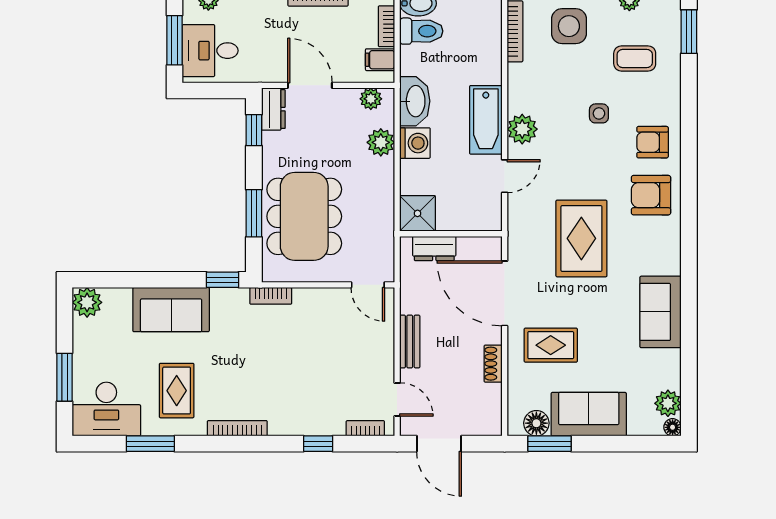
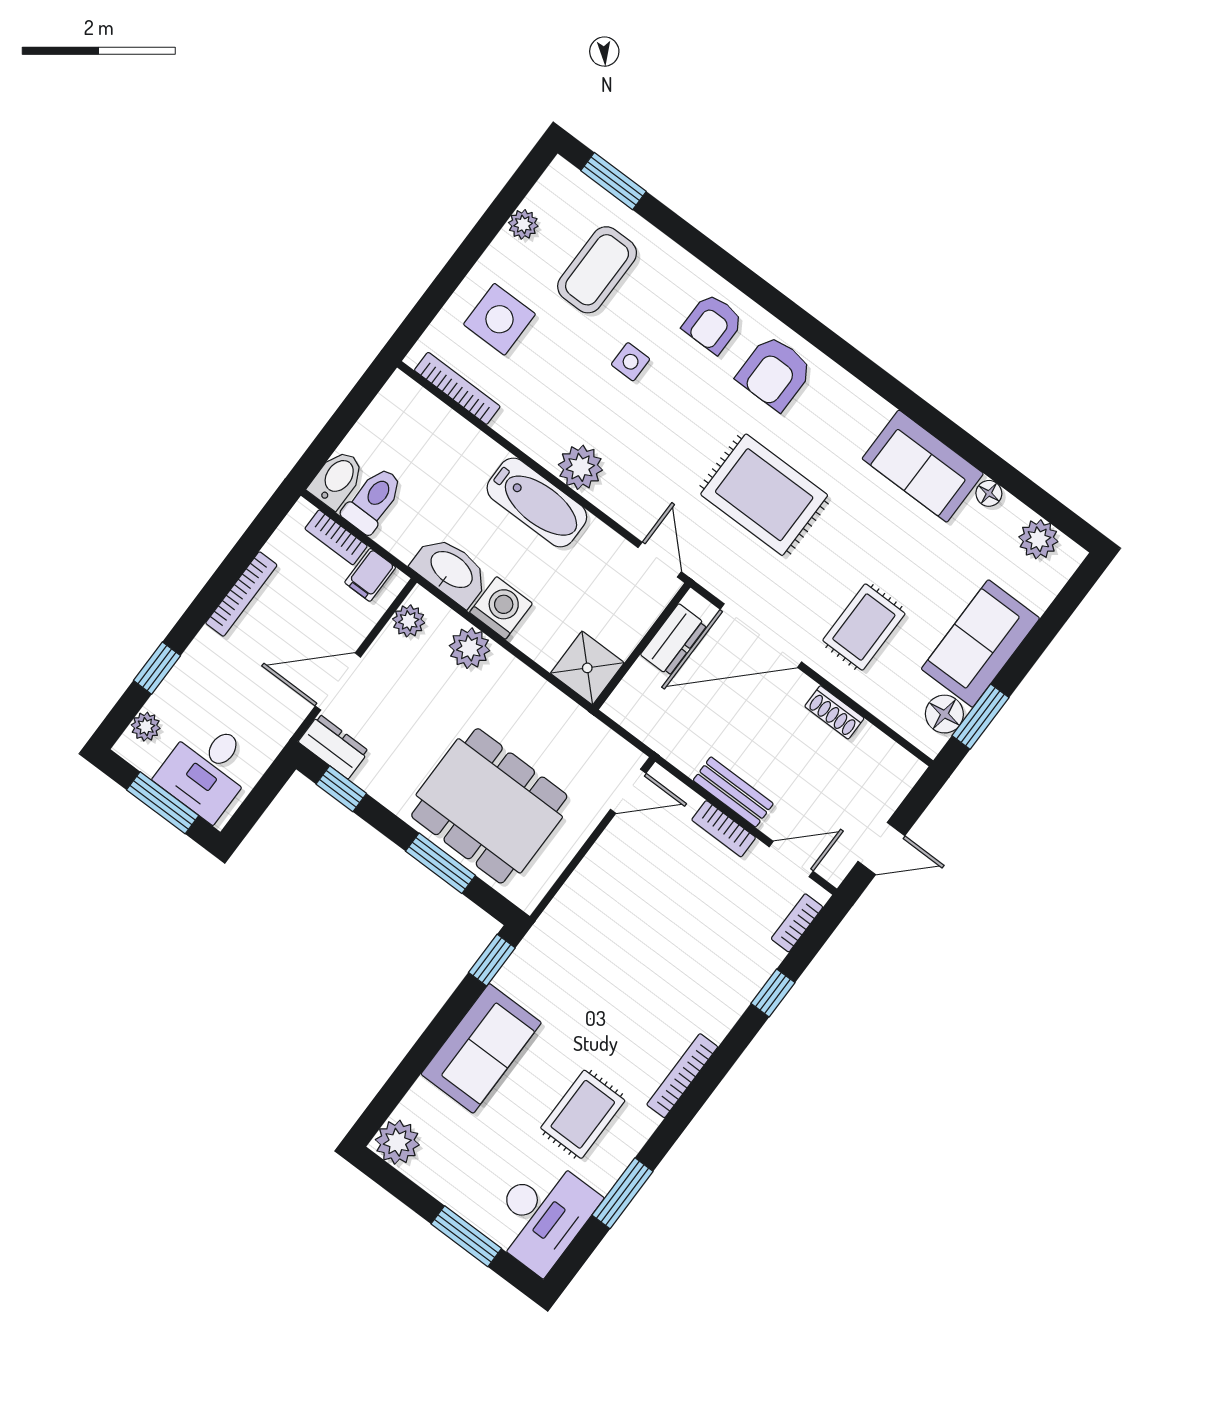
coffee table: (635, 59) -> (597, 270), width x1.36, depth x1.30
door: (505, 176) -> (660, 560), moved
dresser: (434, 248) -> (674, 640), moved
bookcase: (271, 296) -> (724, 829), moved, turned 90
rug: (177, 391) -> (583, 1114), turned 90
floor lamp: (673, 427) -> (989, 493), moved
door: (439, 444) -> (881, 849), width x0.73

